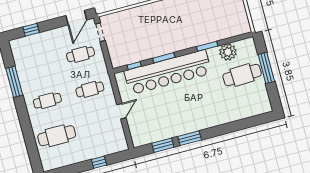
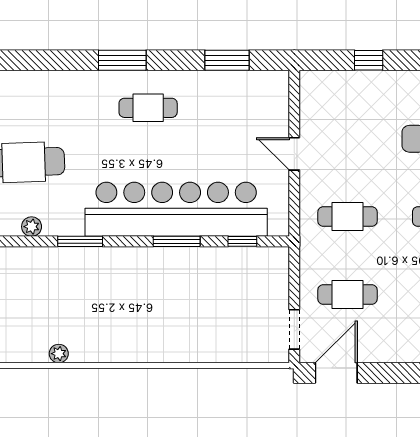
plant: (228, 52) -> (32, 227), width x0.53, depth x0.53
door: (121, 111) -> (294, 154), hinge flipped
cafe table: (193, 114) -> (148, 108), added
window: (190, 138) -> (122, 60), moved

